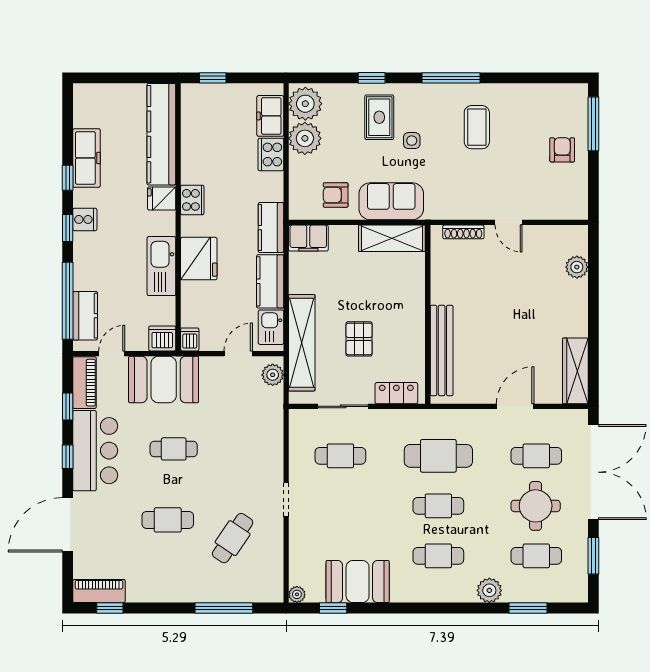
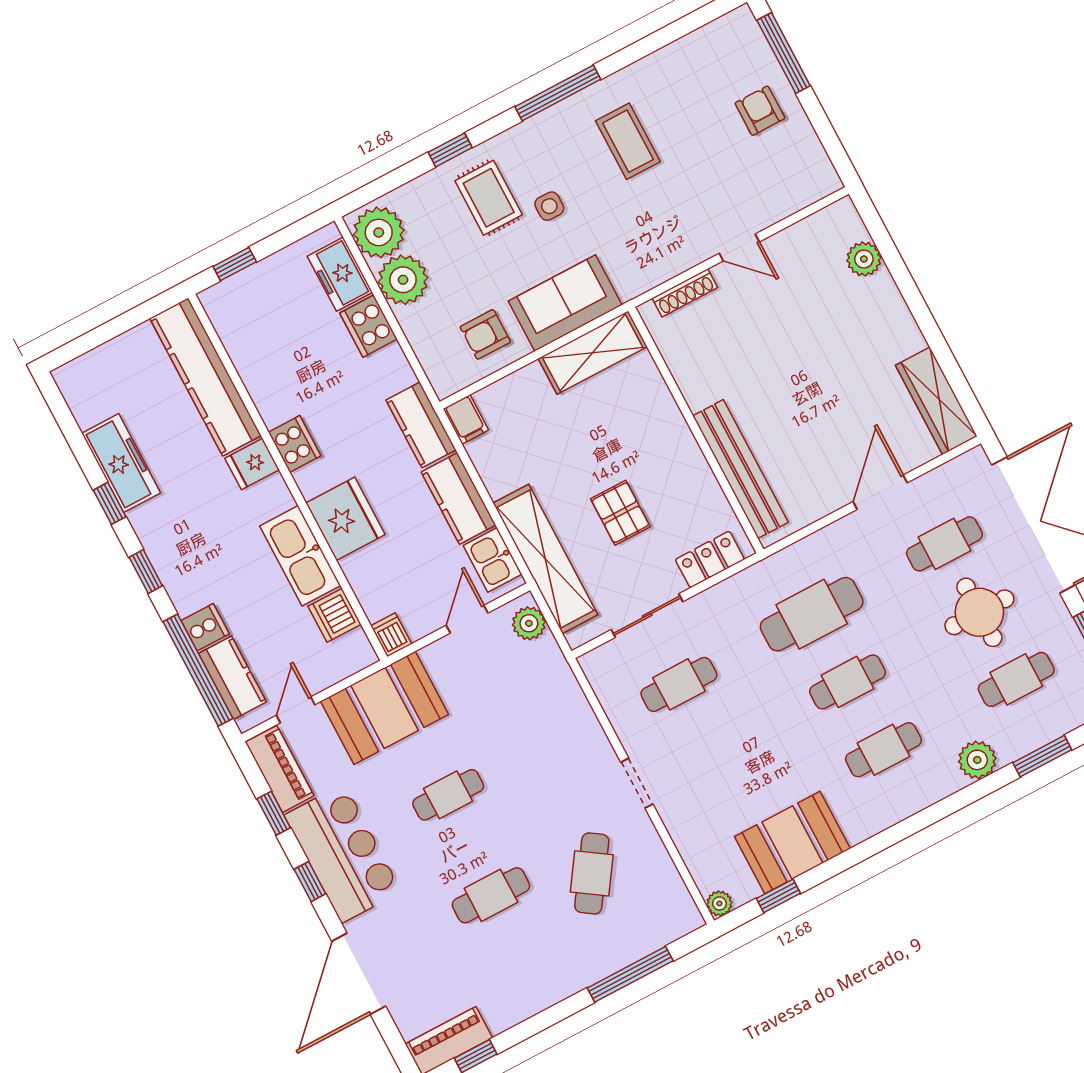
cooker: (85, 219) -> (205, 627), moved
filing cabinet: (308, 238) -> (466, 419), width x0.50
dishwasher: (162, 338) -> (335, 615), moved, turned -90

